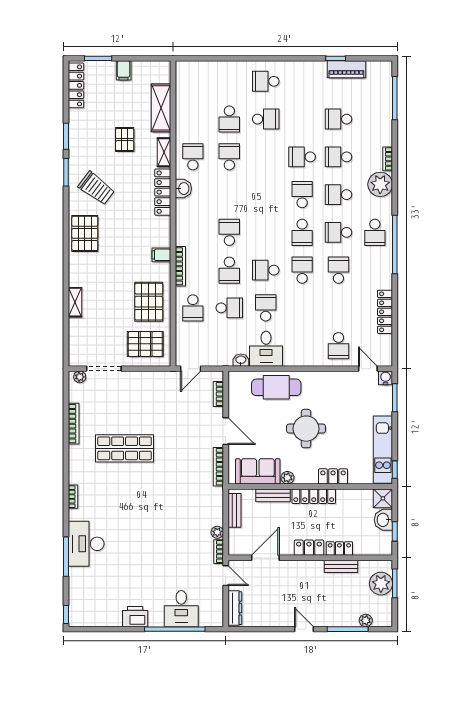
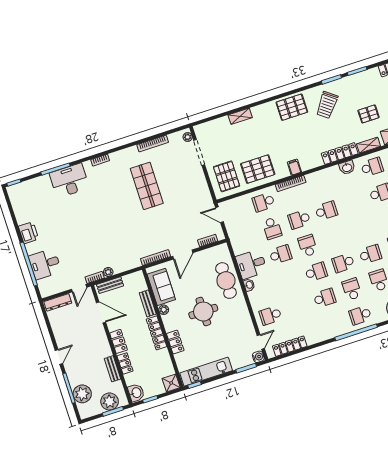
locker: (385, 312) -> (290, 346), moved
washbasin: (241, 360) -> (249, 285), moved
bench: (235, 510) -> (110, 285), moved
washbasin: (383, 520) -> (136, 393), moved, turned 90
plant: (366, 620) -> (82, 394), width x1.87, depth x1.87

